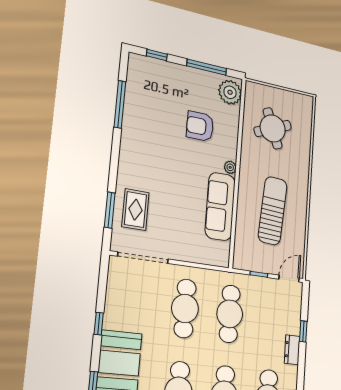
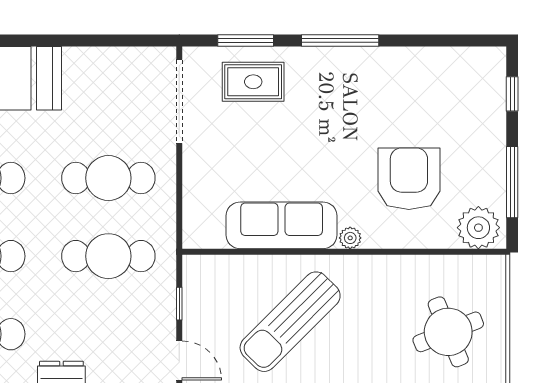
window: (120, 104) -> (340, 41), moved
armchair: (200, 126) -> (409, 179), width x1.36, depth x1.36
round table: (273, 128) -> (448, 332), moved
sun lounger: (273, 211) -> (290, 322), turned 131
window: (99, 324) -> (70, 41), removed

